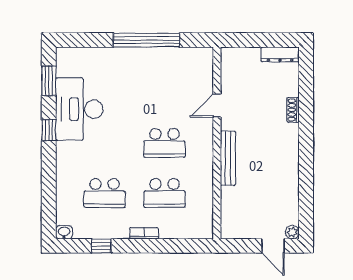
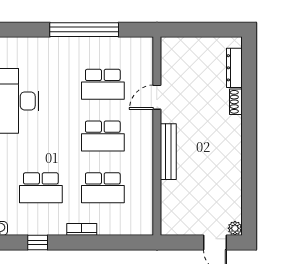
dresser: (280, 54) -> (234, 68), moved, turned 90
school desk: (165, 93) -> (103, 84), added

